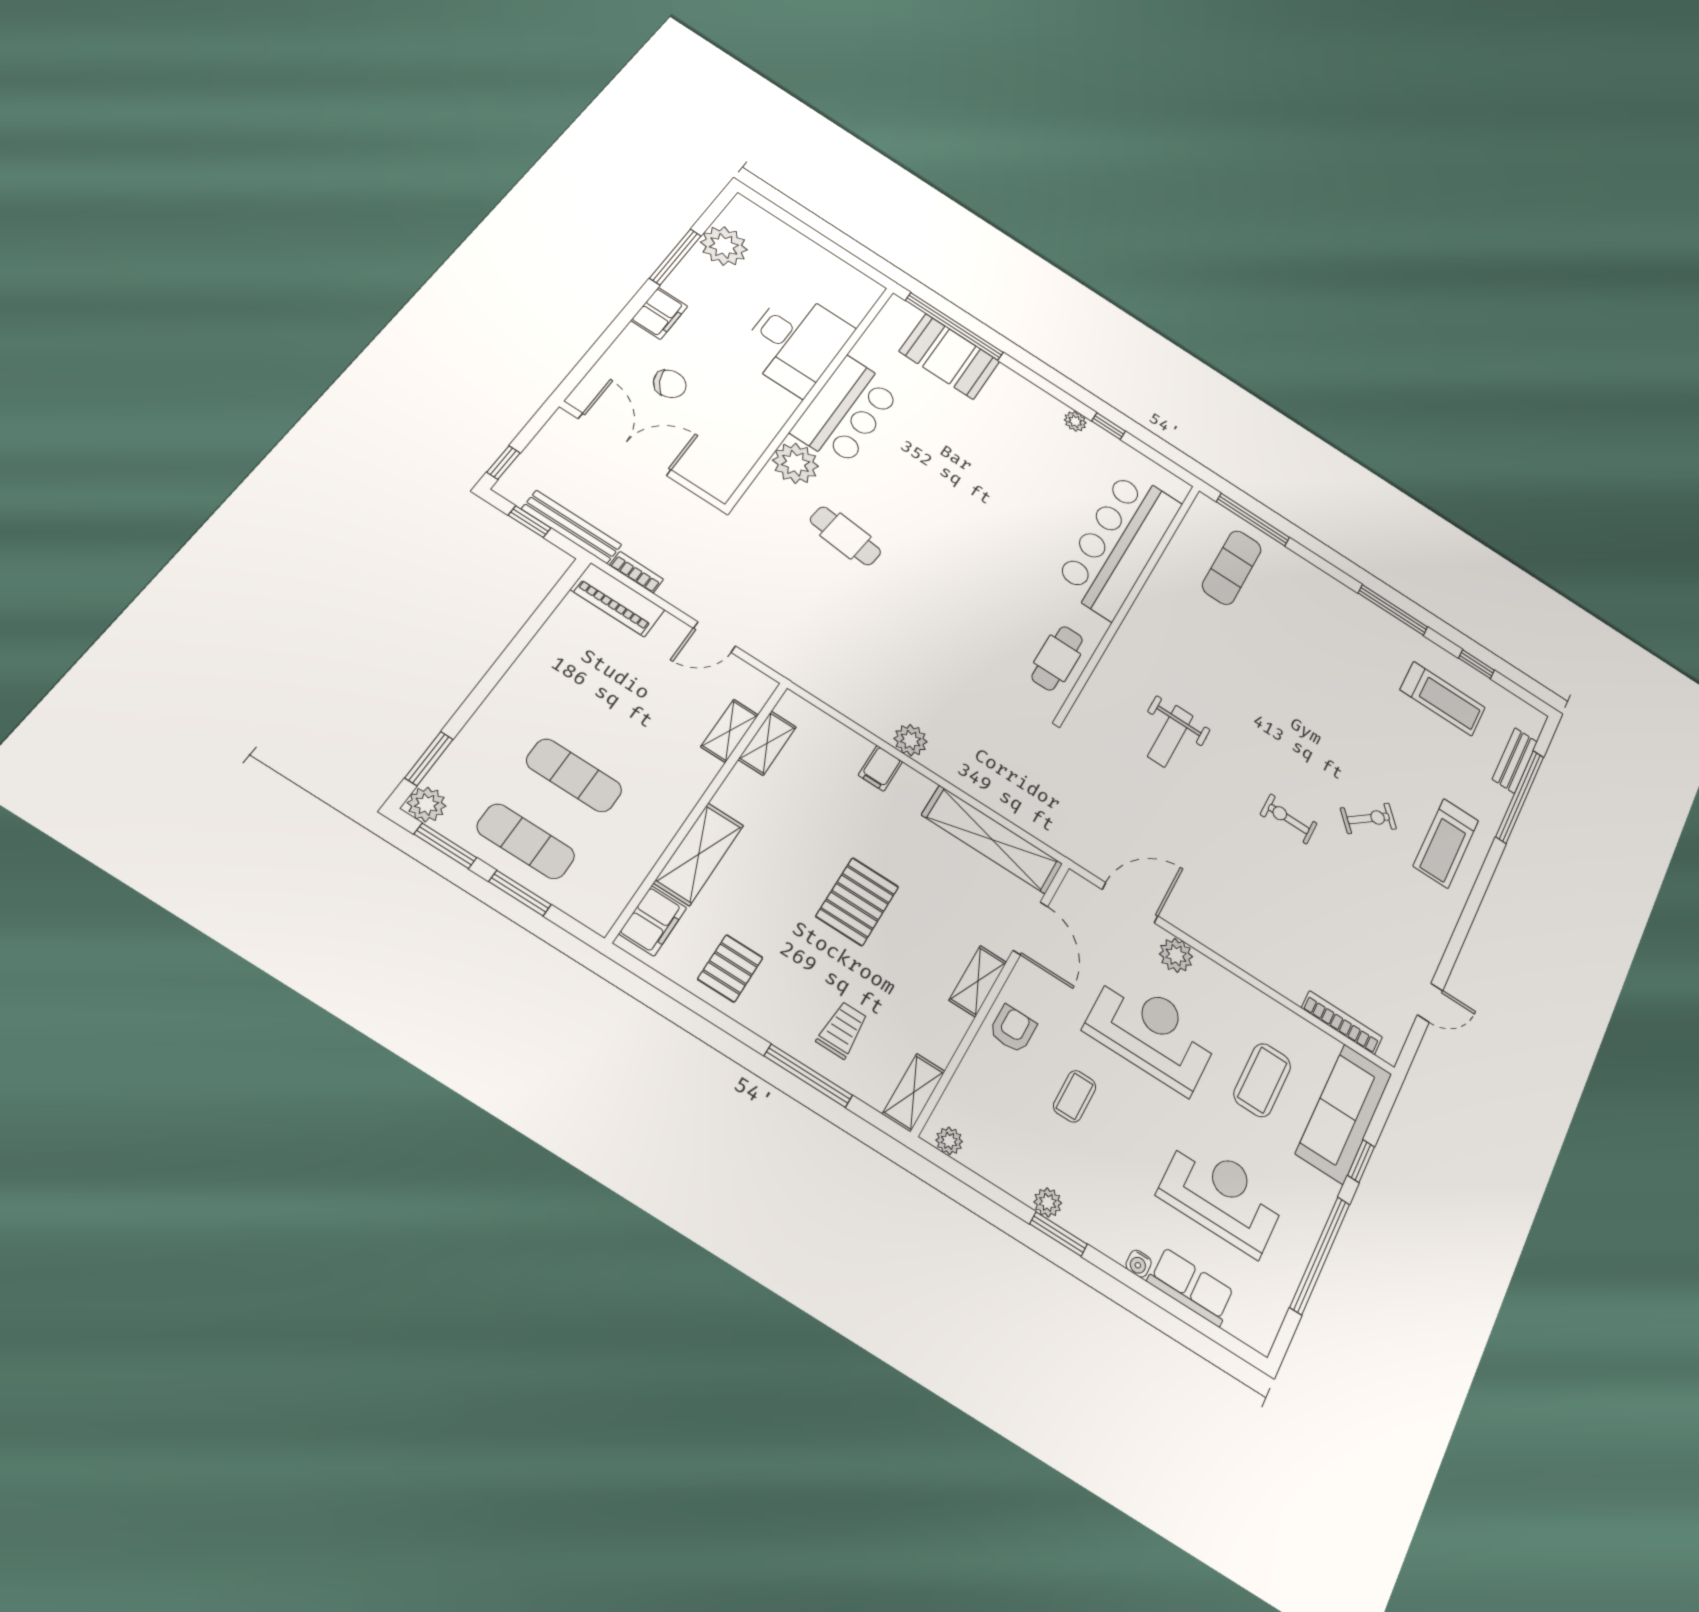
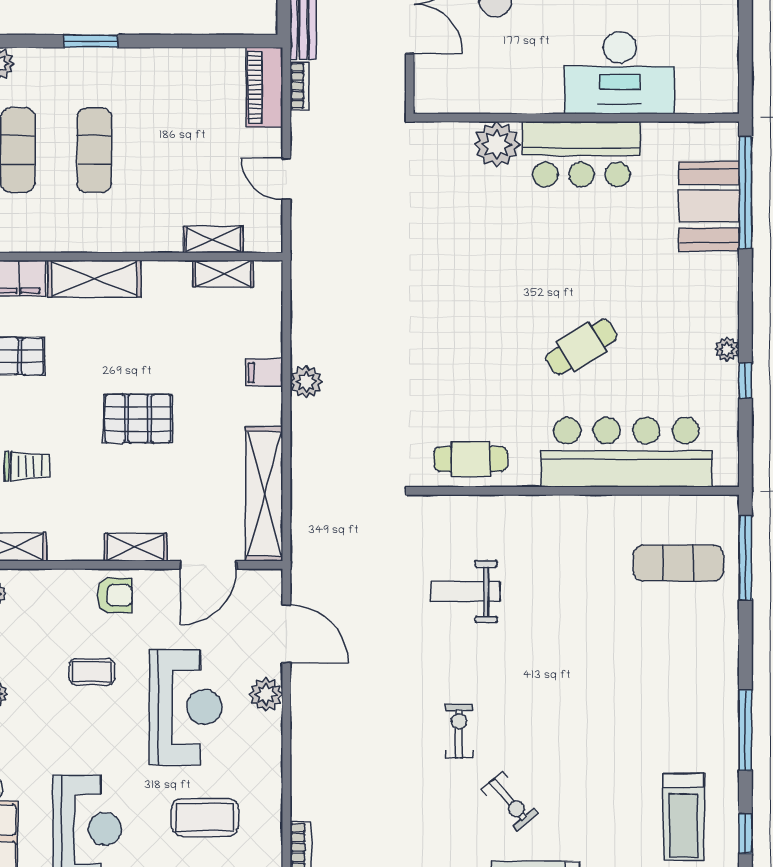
cafe table: (845, 536) -> (581, 347), moved, turned 52
window: (429, 759) -> (91, 41), moved

